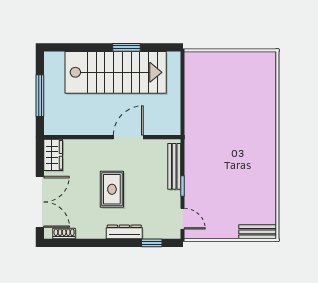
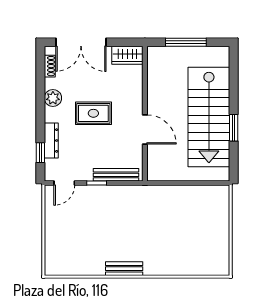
plant: (96, 230) -> (53, 98), added
dresser: (124, 232) -> (51, 141), moved
bench: (258, 232) -> (124, 269), moved, turned 90

